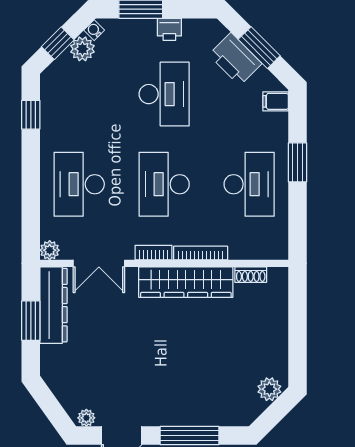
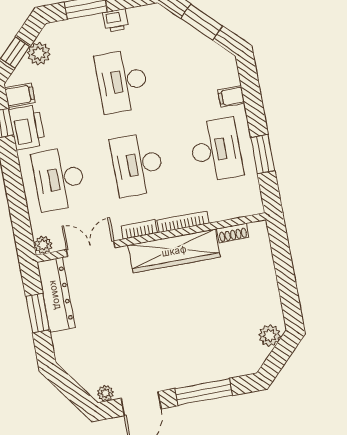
water cooler: (94, 30) -> (46, 34), removed
printer: (235, 59) -> (27, 127), moved, turned -135
filing cabinet: (54, 89) -> (20, 95), added
desk: (164, 94) -> (122, 81), turned 180
filing cabinet: (276, 101) -> (231, 96), moved
window: (298, 162) -> (263, 154), moved
double door: (99, 263) -> (91, 249), swing flipped

